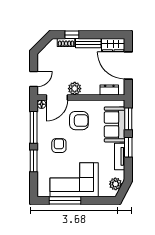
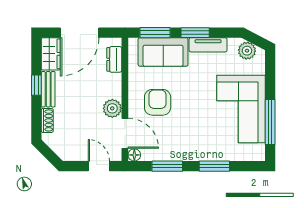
window: (72, 35) -> (36, 85), moved
window: (34, 127) -> (167, 166), width x0.69
armchair: (59, 146) -> (193, 131), removed

